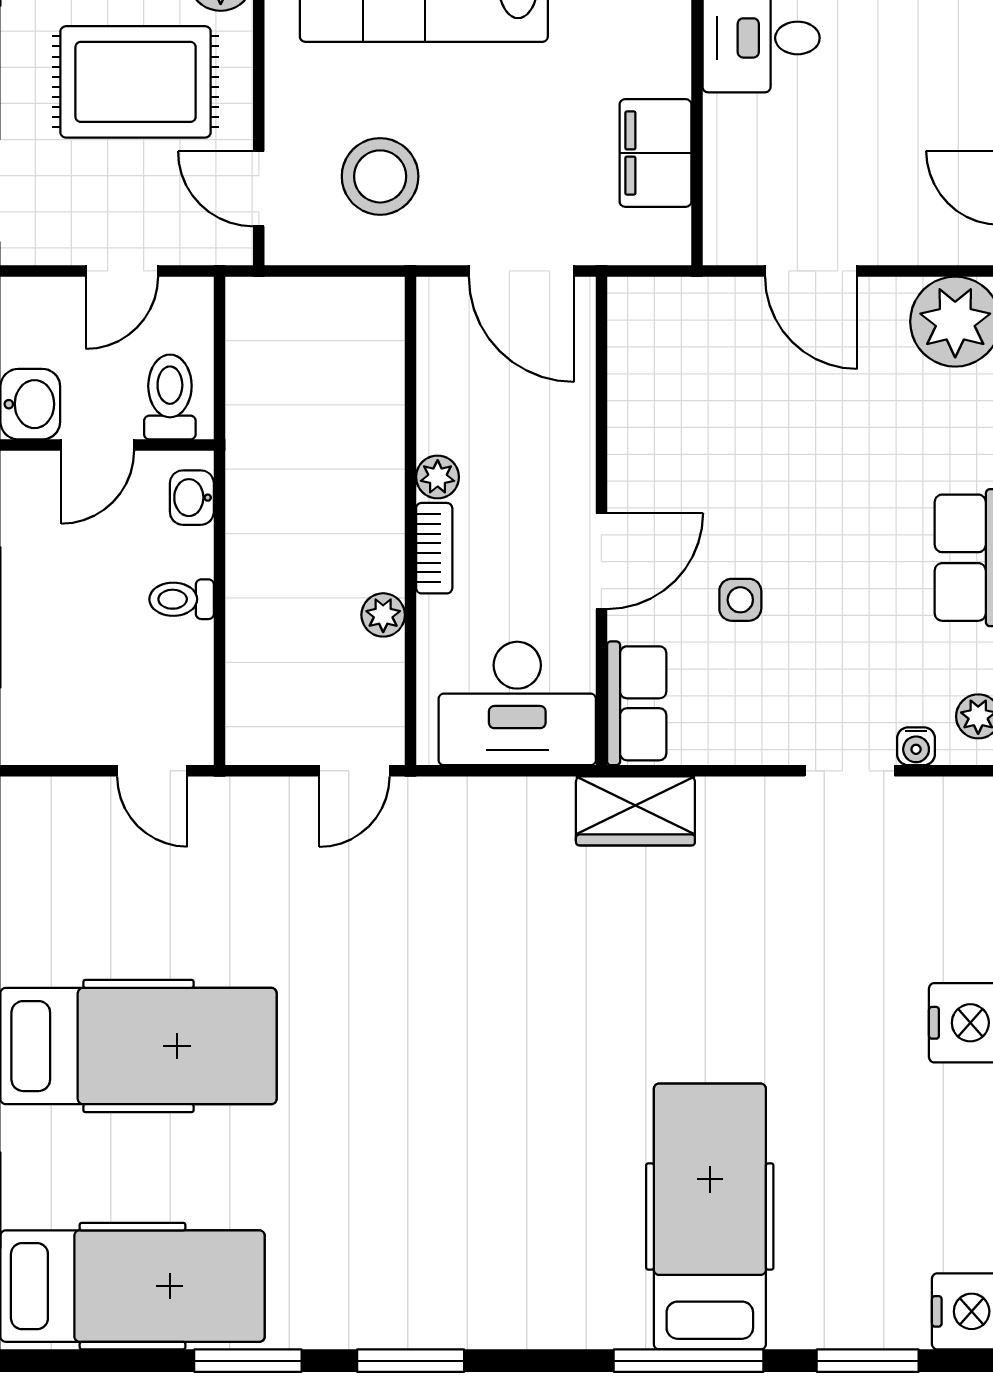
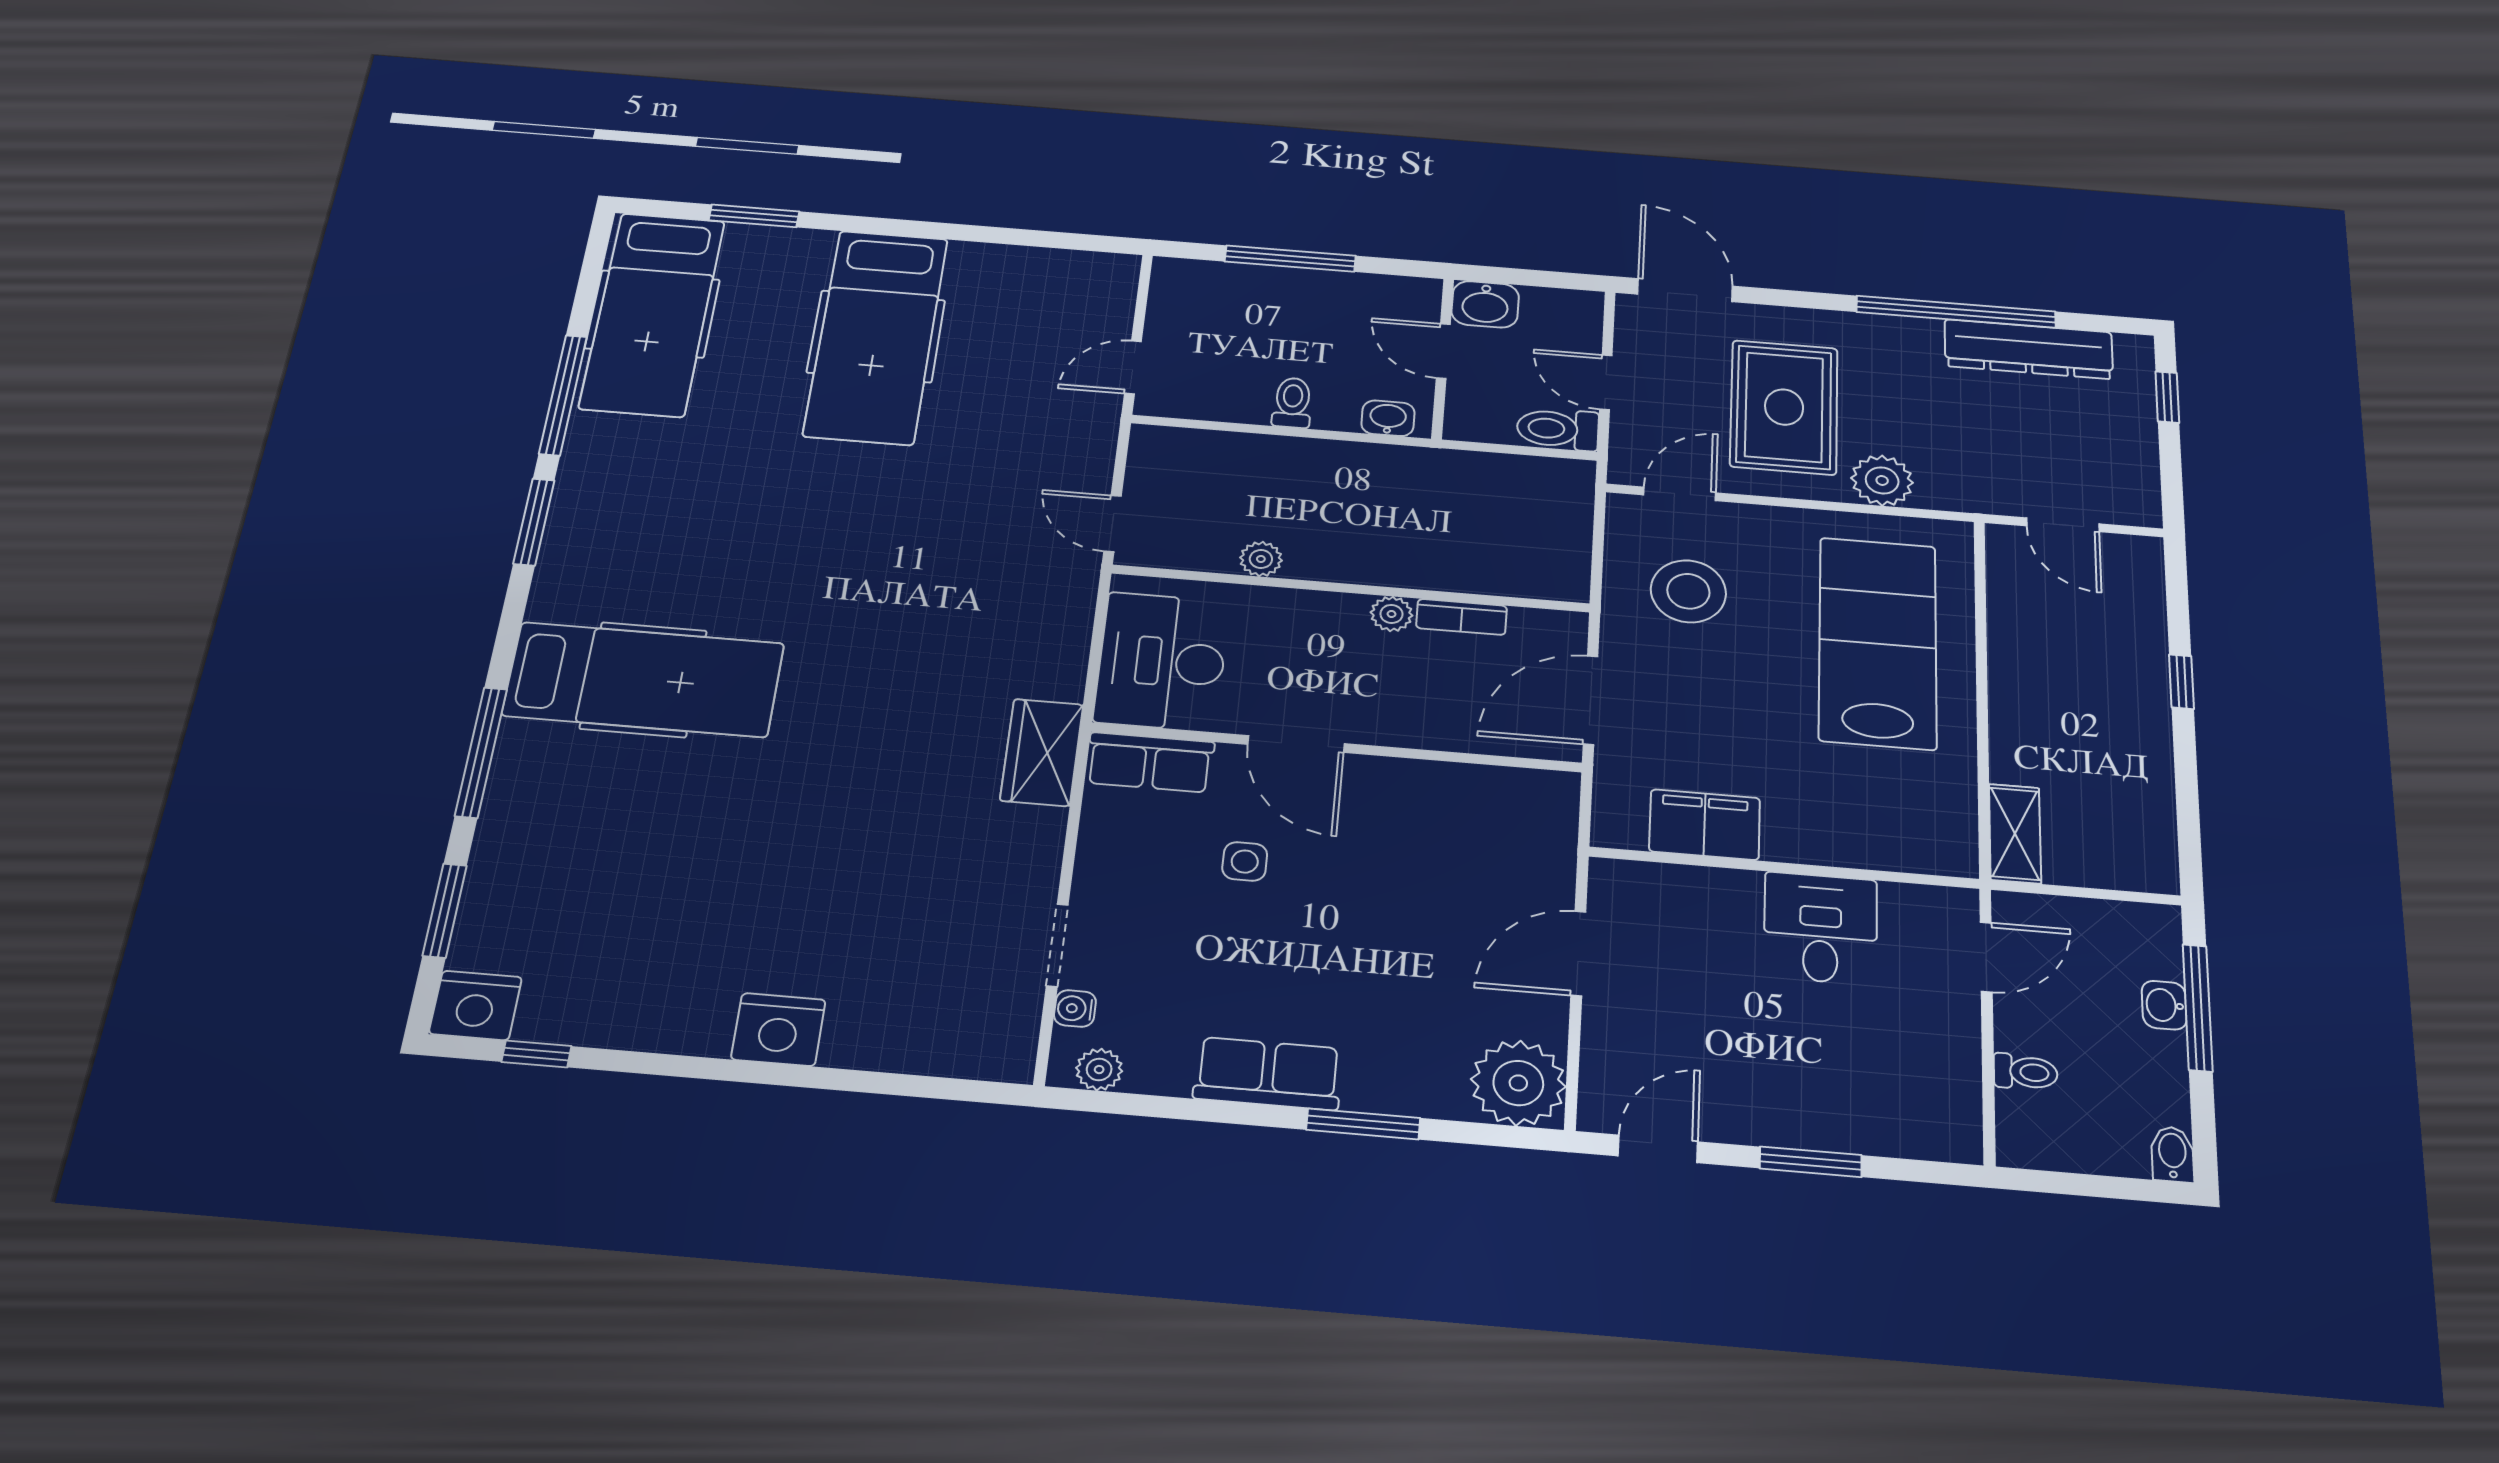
toilet: (170, 397) -> (1558, 429), moved, turned 180
bookcase: (434, 548) -> (1461, 617), moved
hospital bed: (710, 1217) -> (643, 679), moved
window: (248, 1361) -> (563, 395), width x1.44

